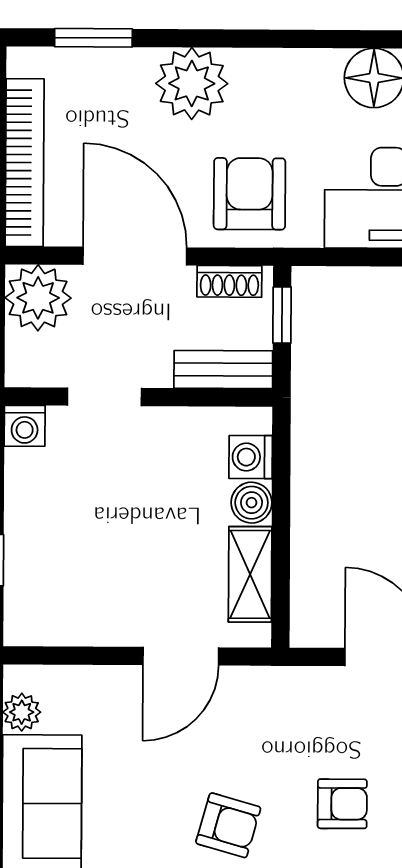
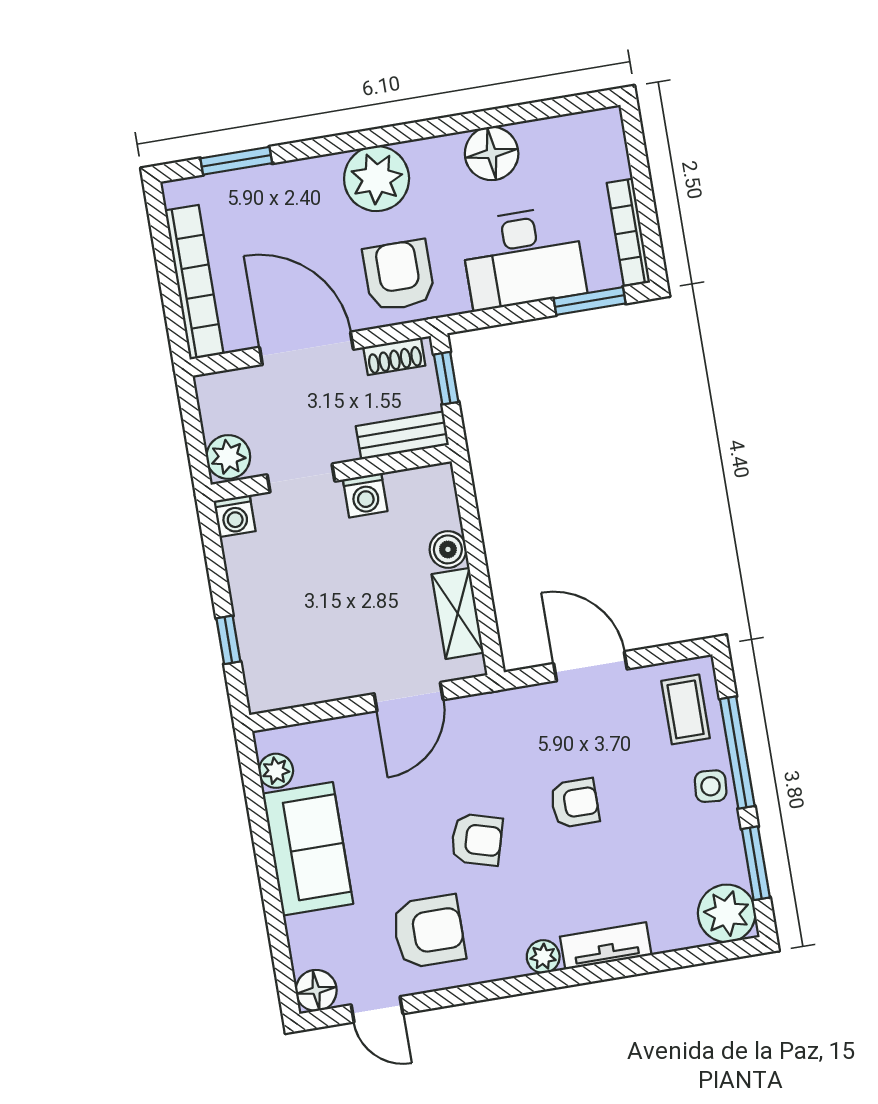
plant: (192, 83) -> (377, 179), moved
plant: (38, 298) -> (228, 457), moved, width x0.73, depth x0.73
washing machine: (251, 457) -> (365, 495), moved, turned -90

